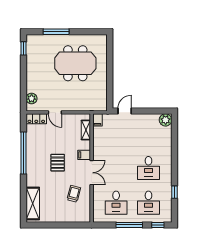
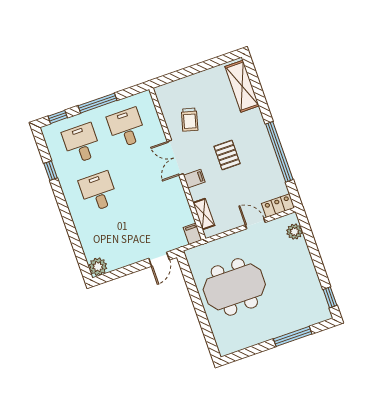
meeting table: (75, 63) -> (234, 287), moved

